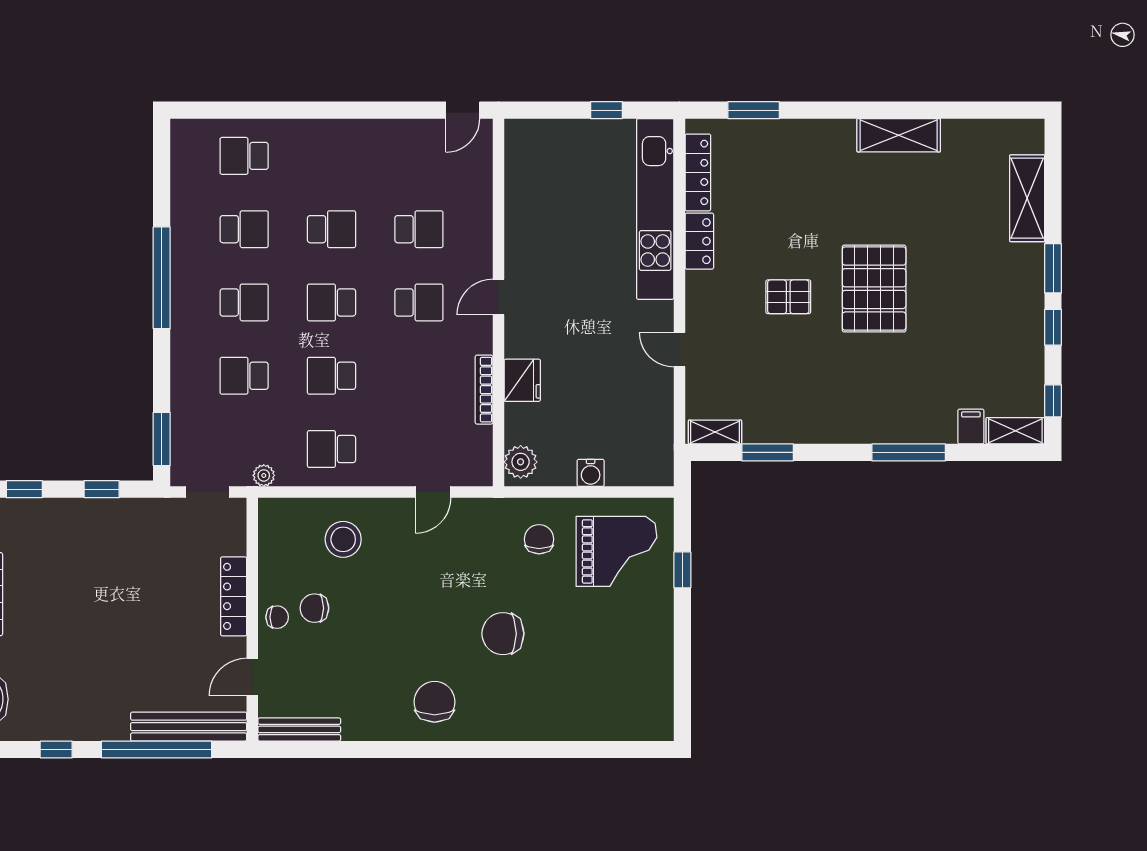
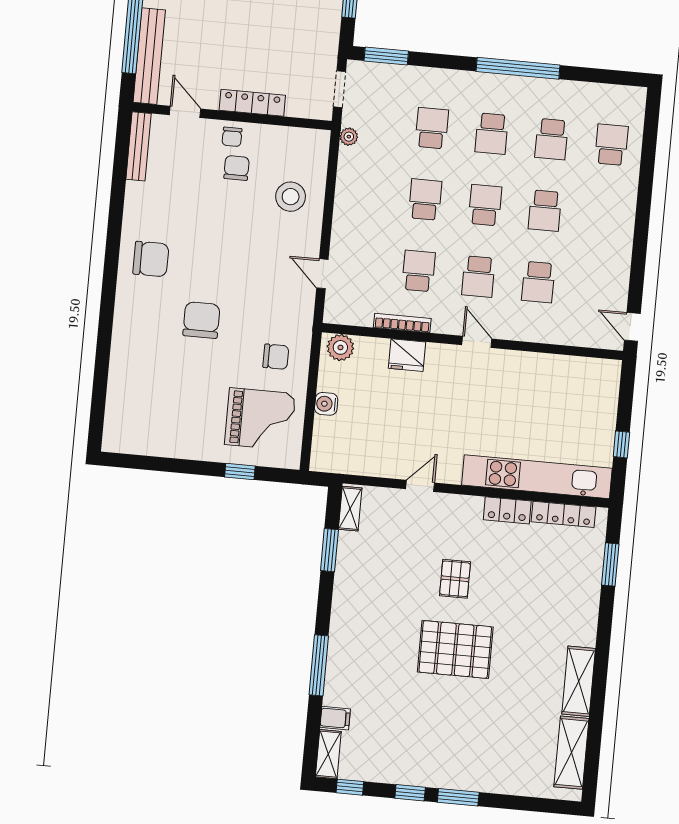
shelving: (1027, 198) -> (571, 753), moved, turned 90
school desk: (332, 449) -> (419, 271), moved
grand piano: (616, 551) -> (260, 419), turned -90

